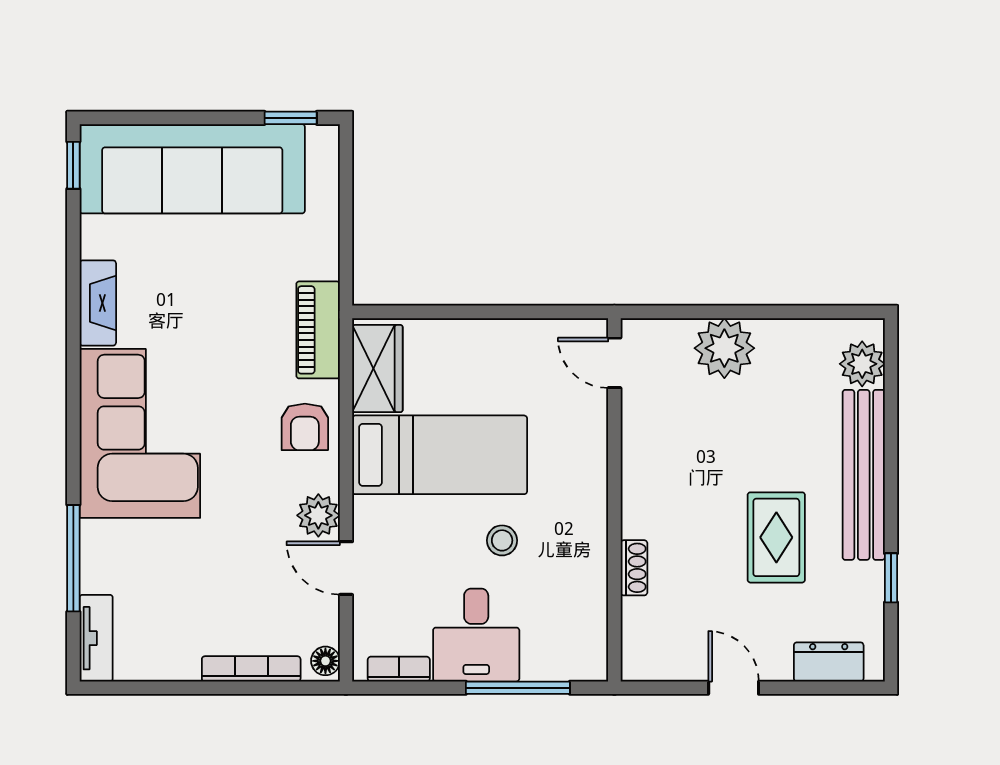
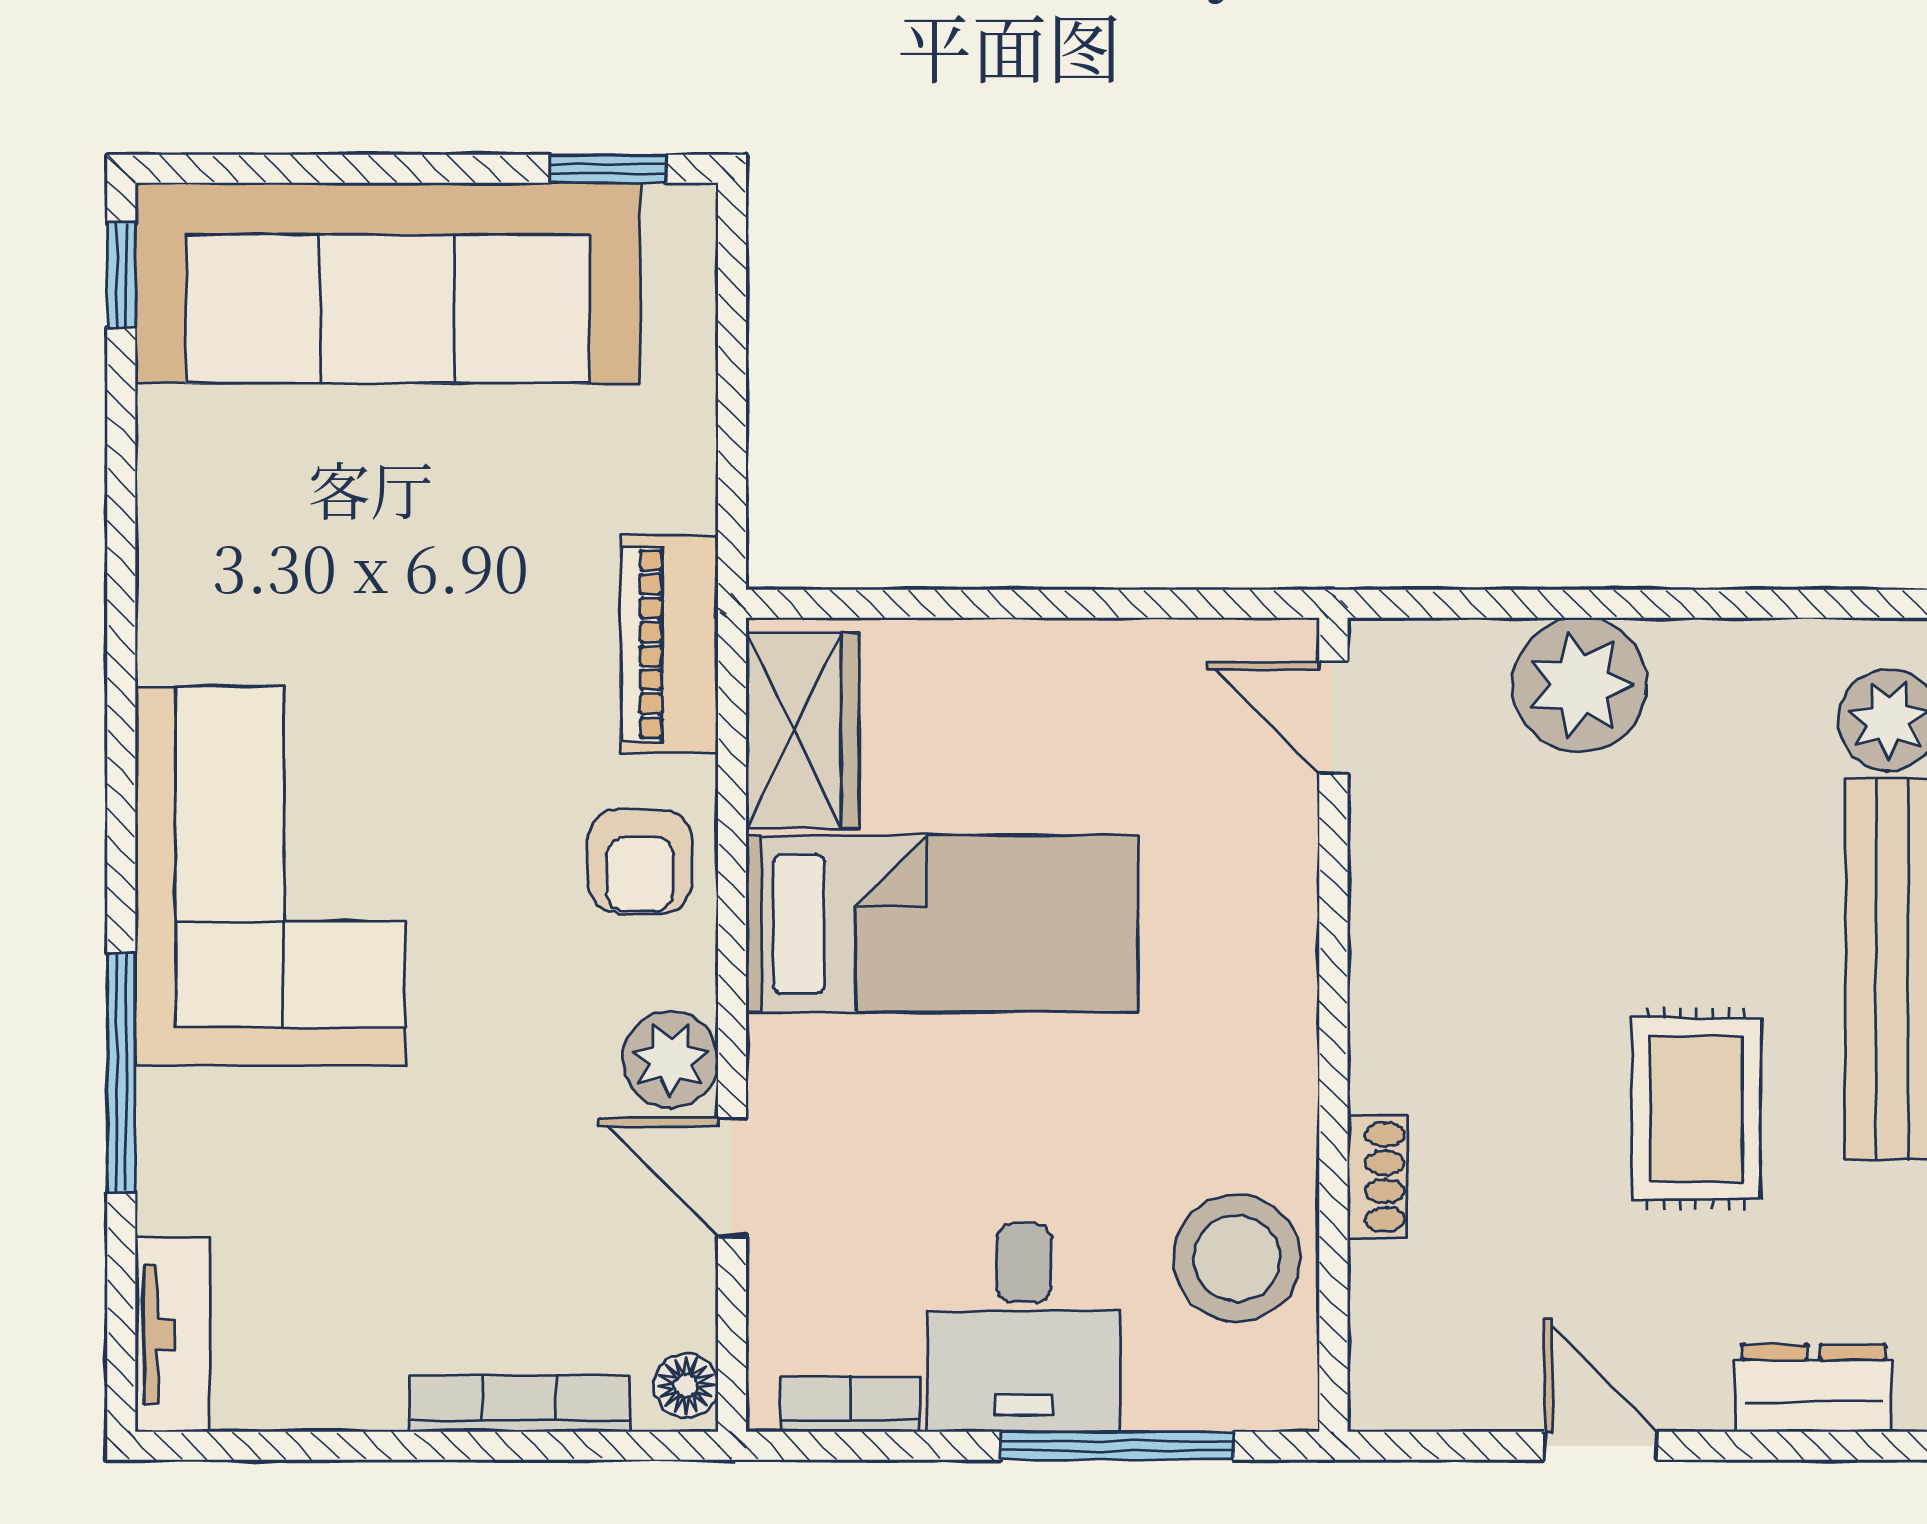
fireplace: (98, 303) -> (176, 584), removed
stool: (502, 540) -> (1237, 1258), moved, width x1.89, depth x1.89
window: (73, 558) -> (121, 1073), moved

